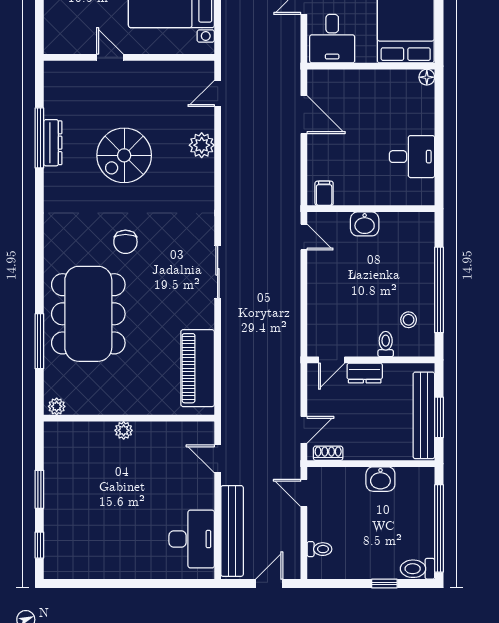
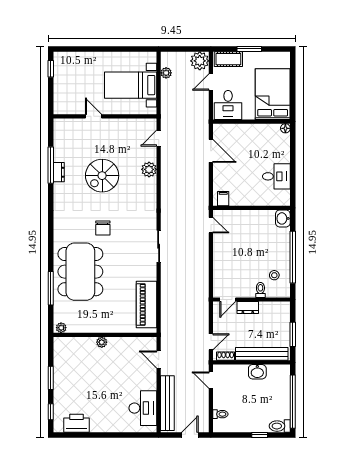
dresser: (53, 143) -> (59, 172), width x0.70
washbasin: (365, 224) -> (283, 218), moved, turned 90
bench: (424, 415) -> (262, 354), moved, turned 90
printer: (82, 564) -> (77, 423), added

